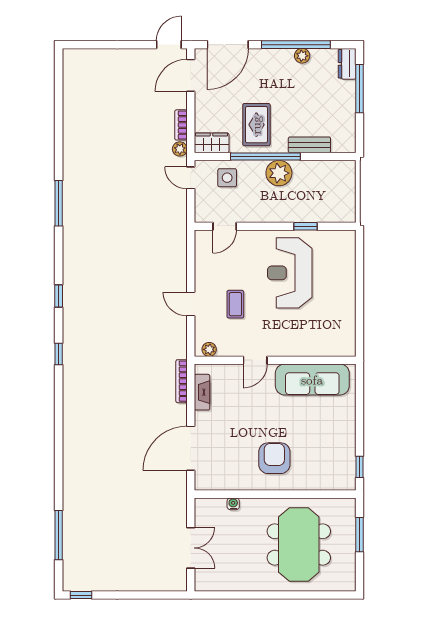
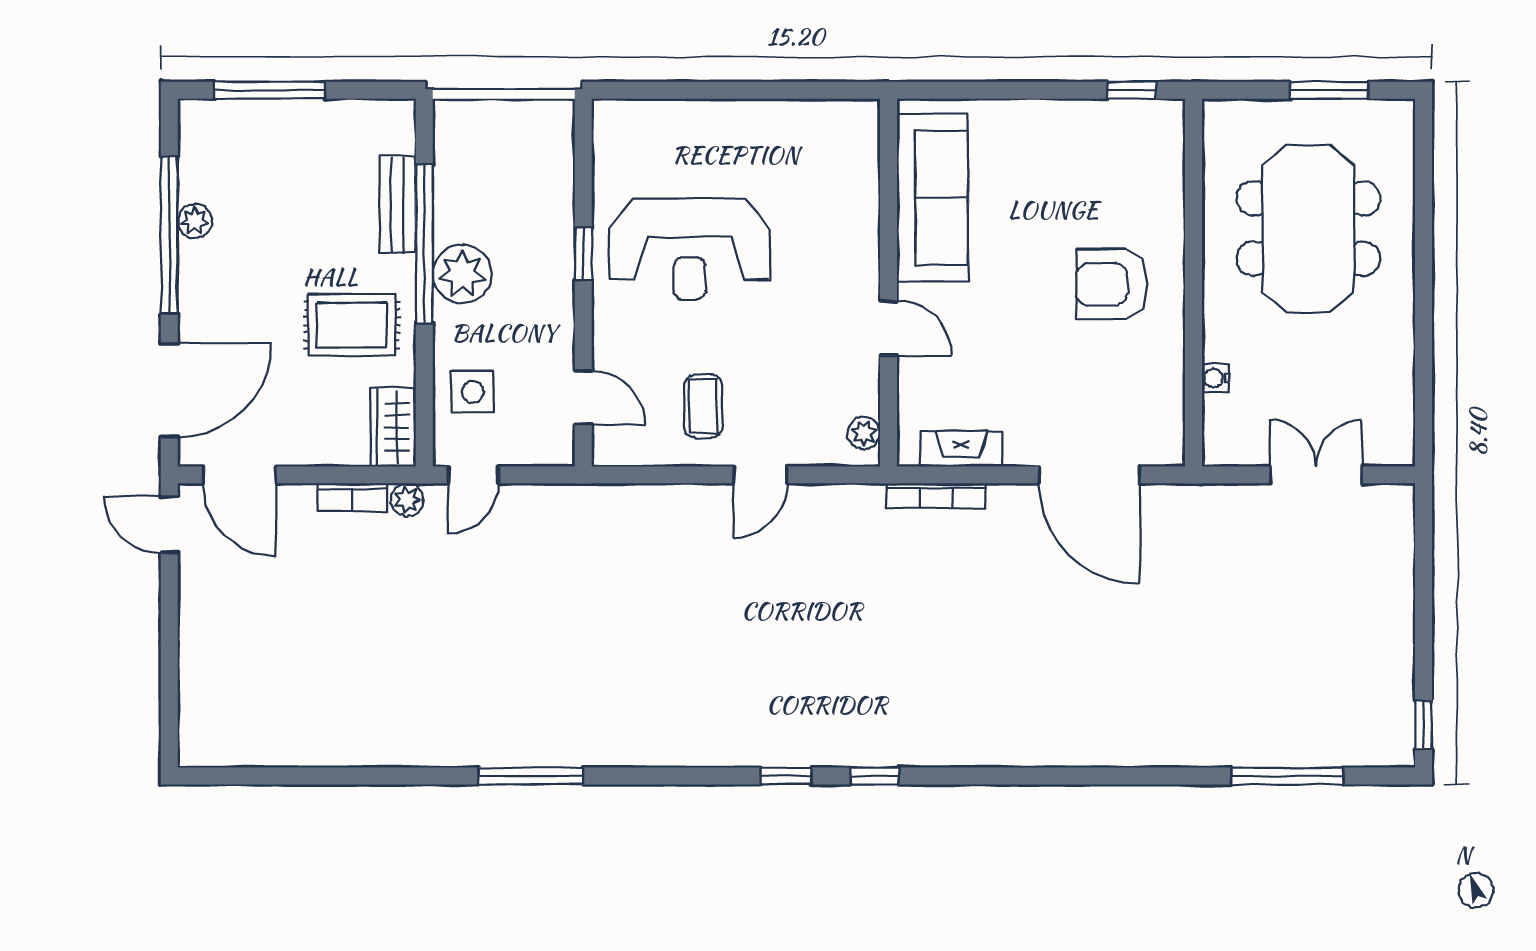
door: (228, 45) -> (169, 390), hinge flipped
dresser: (347, 64) -> (213, 118), removed
window: (265, 157) -> (424, 244), moved
window: (305, 226) -> (583, 254), moved
window: (59, 296) -> (786, 776), moved
coffee table: (235, 304) -> (703, 406), moved, turned 90
window: (360, 535) -> (1329, 90), moved
meeting table: (299, 544) -> (1308, 229), turned 90

